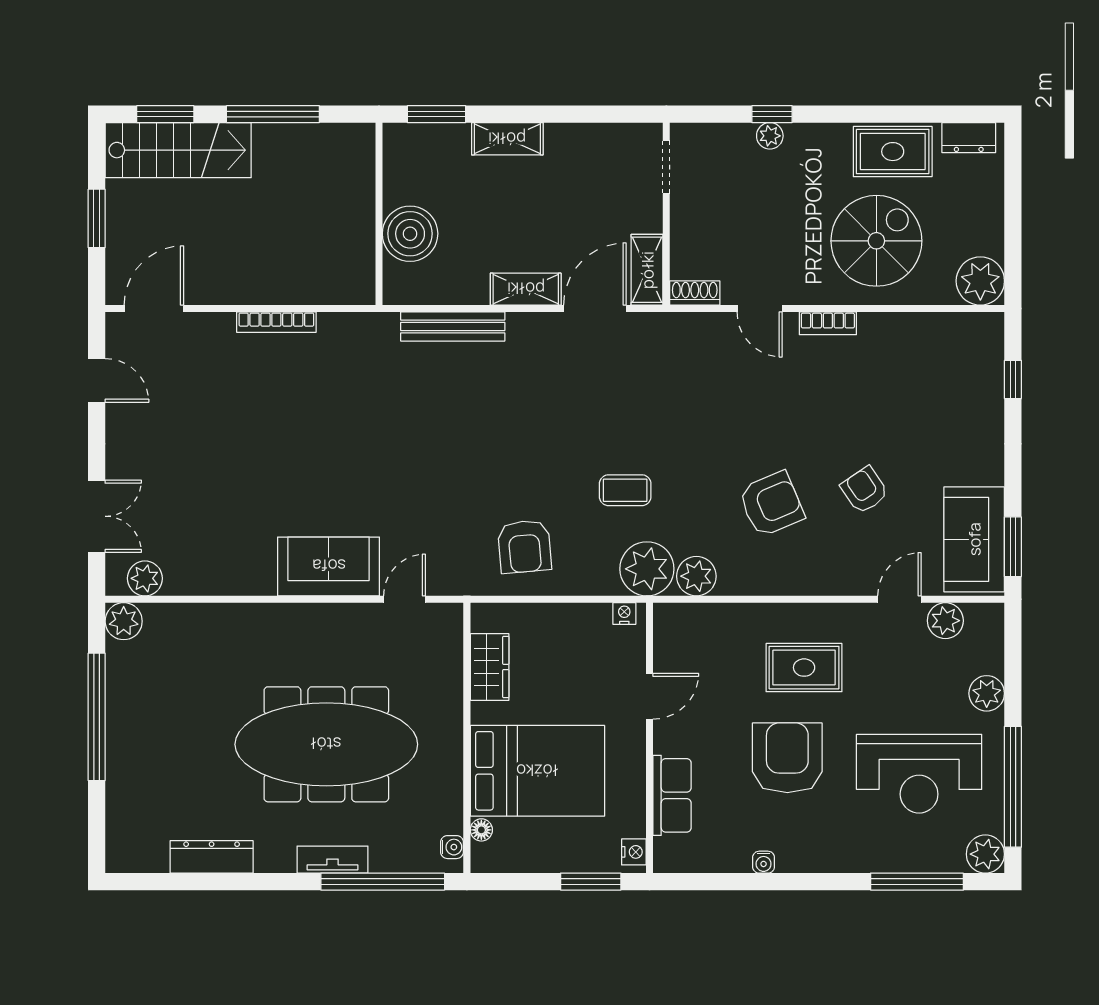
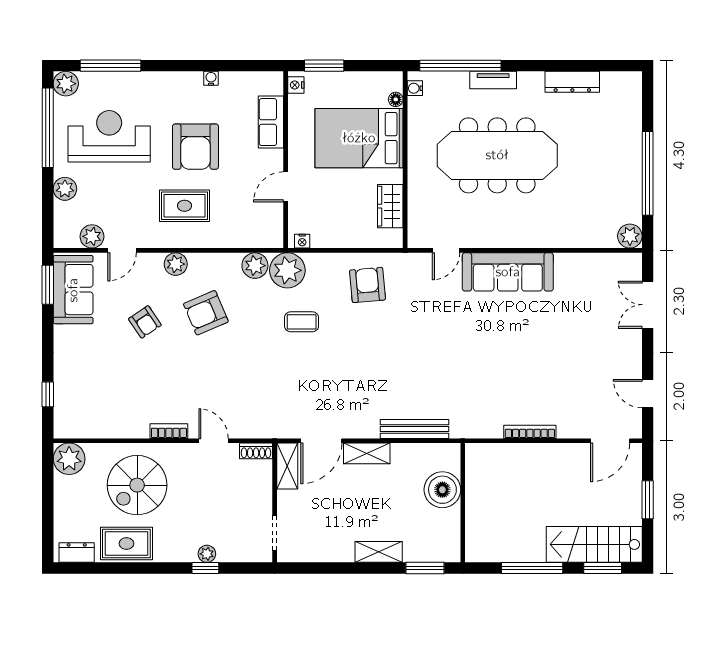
sofa: (329, 566) -> (508, 272), width x1.36
plant: (145, 578) -> (176, 264), moved

